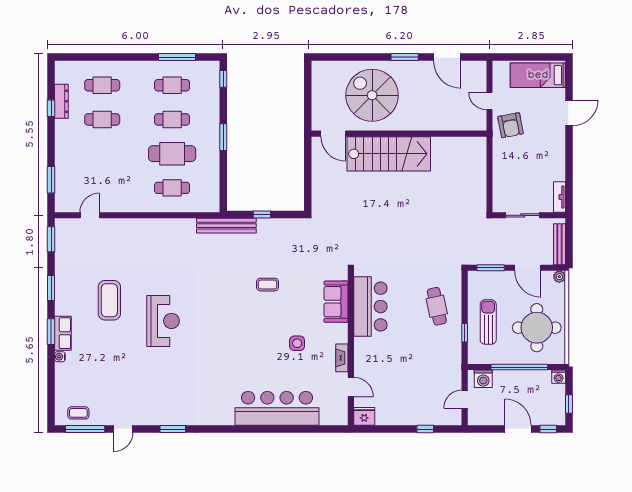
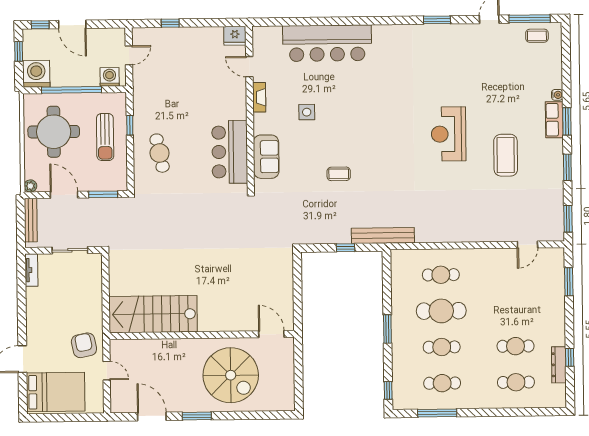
bed: (538, 75) -> (56, 392), width x1.50
stairs: (389, 154) -> (153, 314), moved
washing machine: (559, 377) -> (36, 74), width x1.89, depth x1.89

